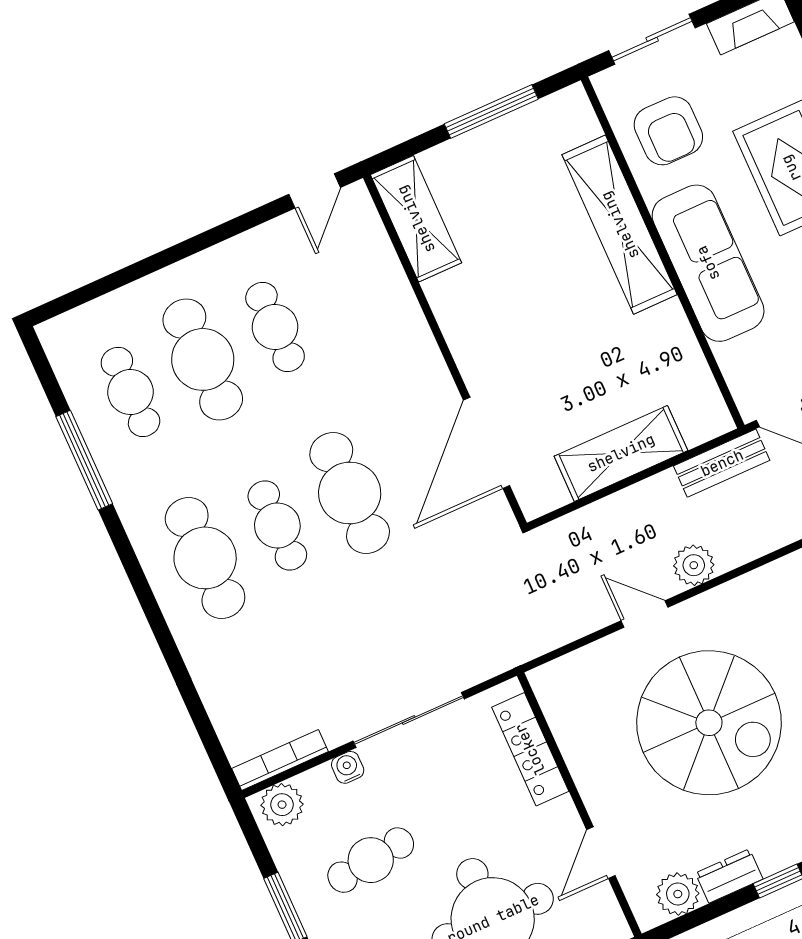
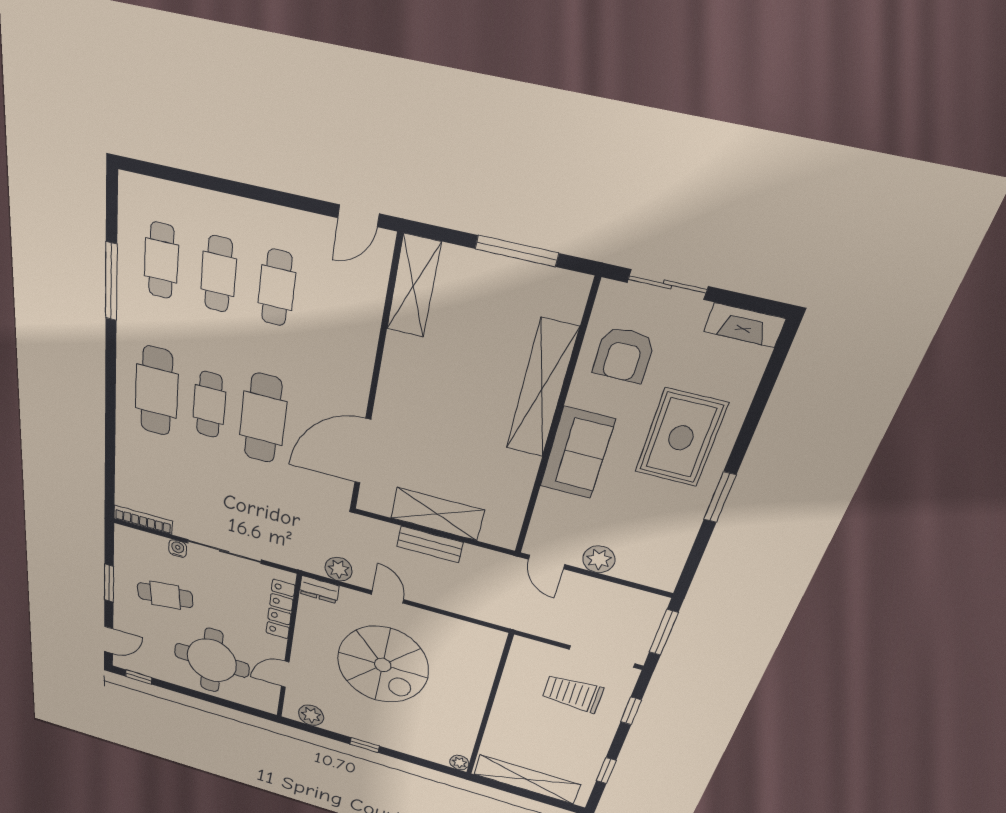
sofa: (708, 263) -> (577, 453), width x0.73
cafe table: (203, 359) -> (218, 274), width x0.73, depth x0.74
bench: (722, 463) -> (430, 544), moved
plant: (694, 565) -> (339, 569), moved
plant: (282, 805) -> (133, 540), removed
dresser: (729, 876) -> (319, 590), moved, turned 180

